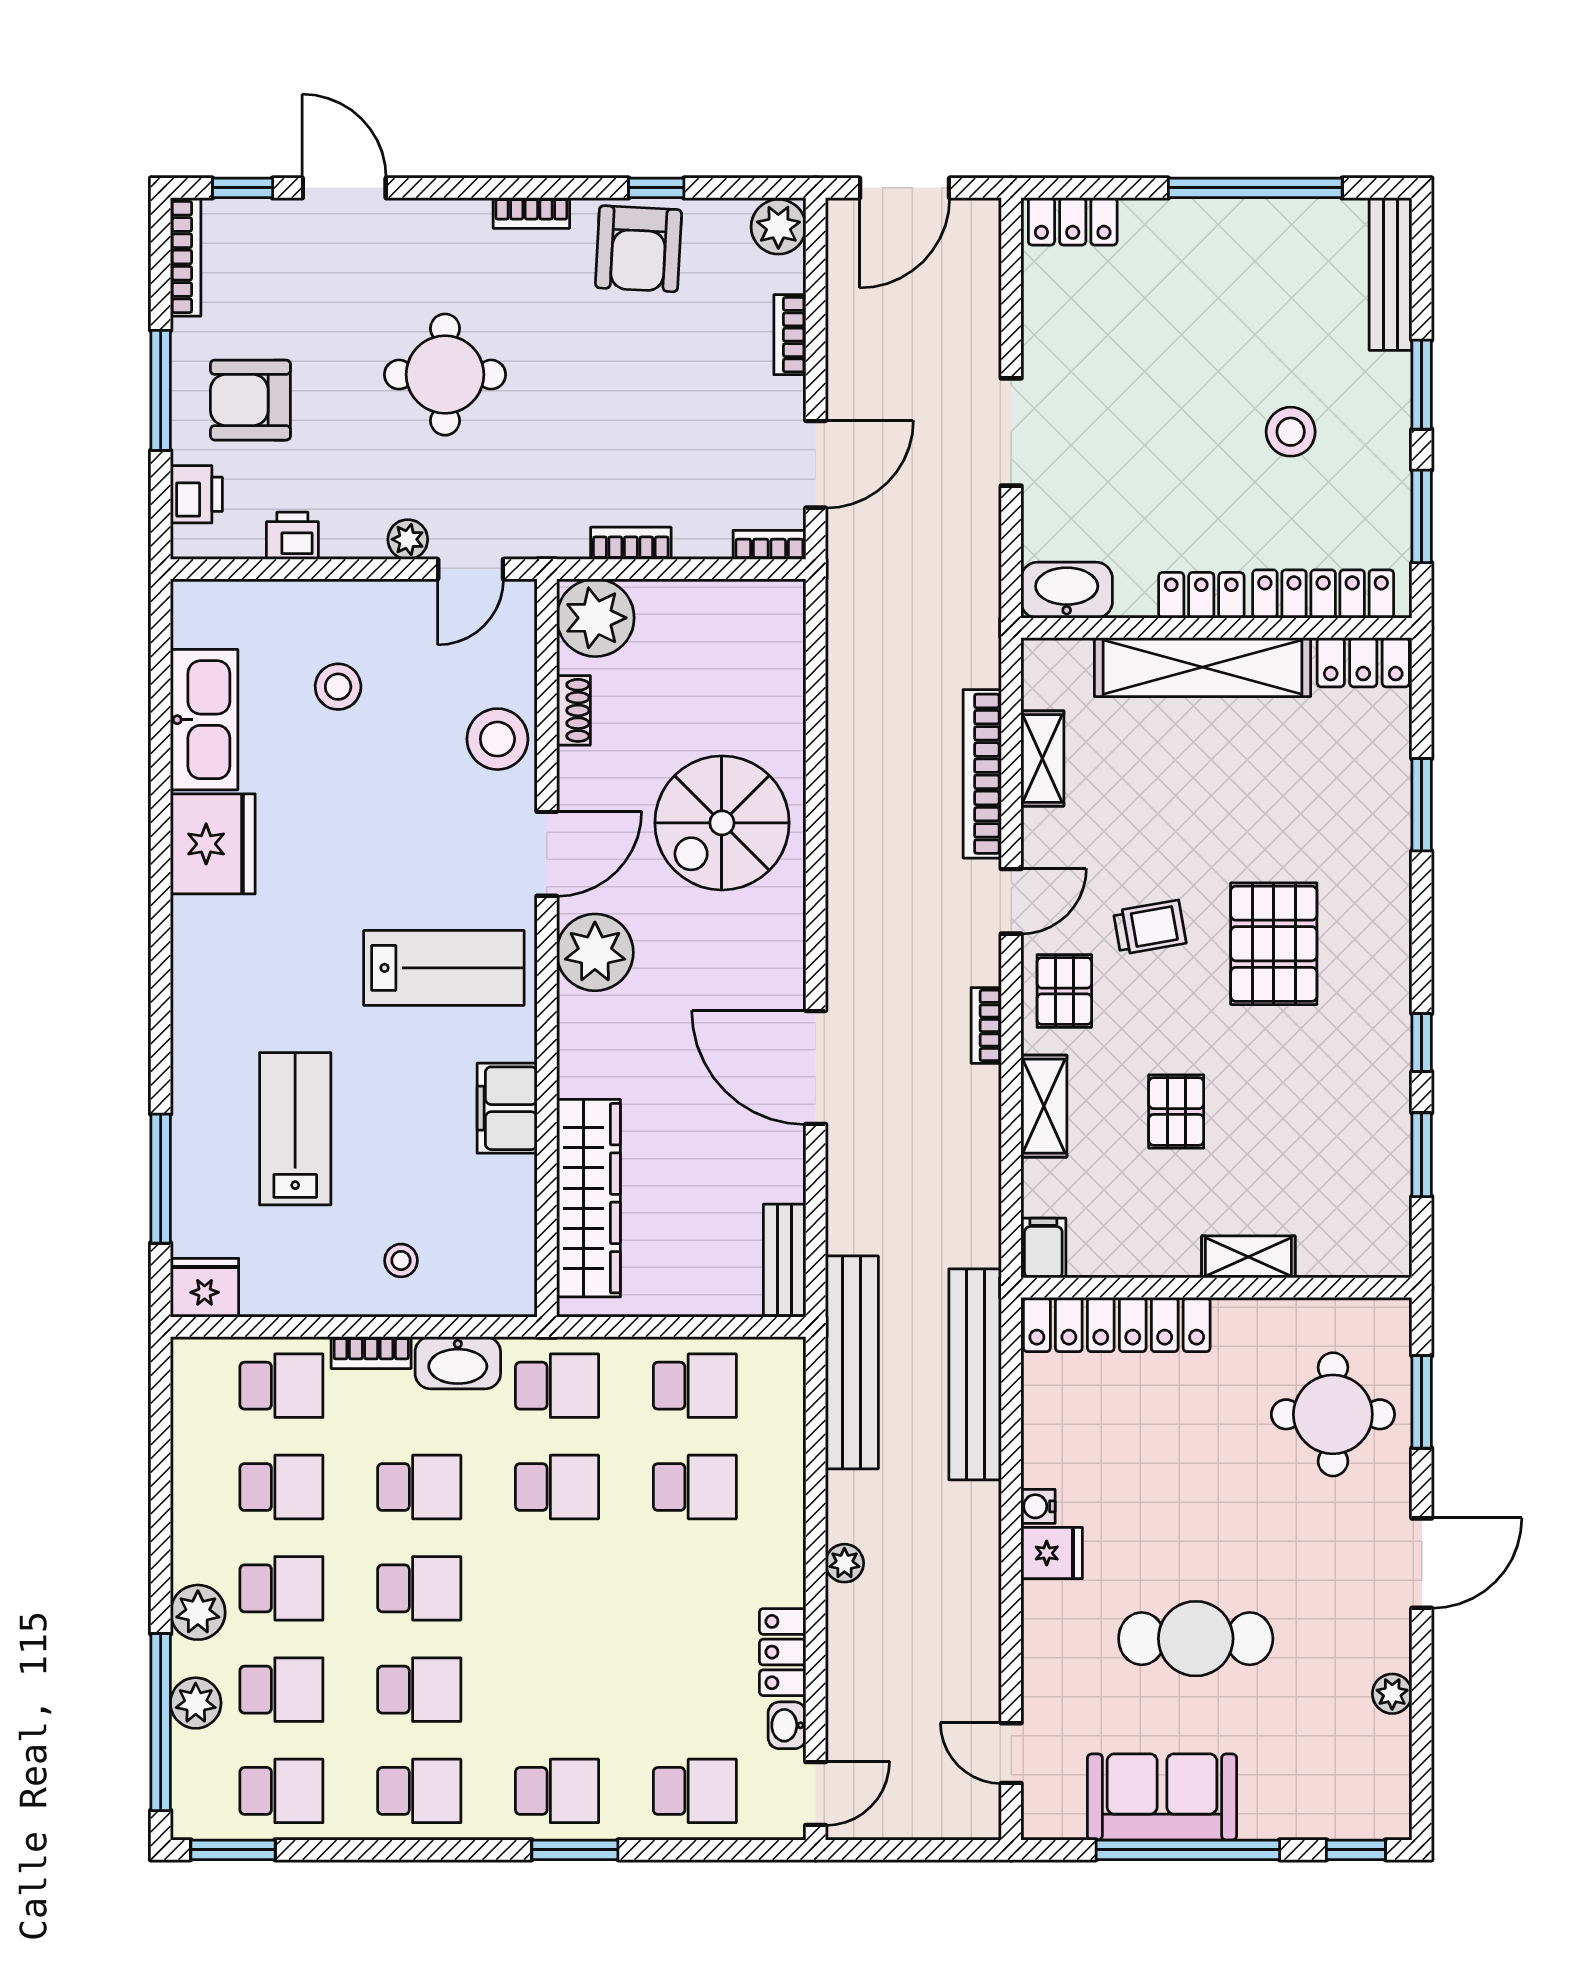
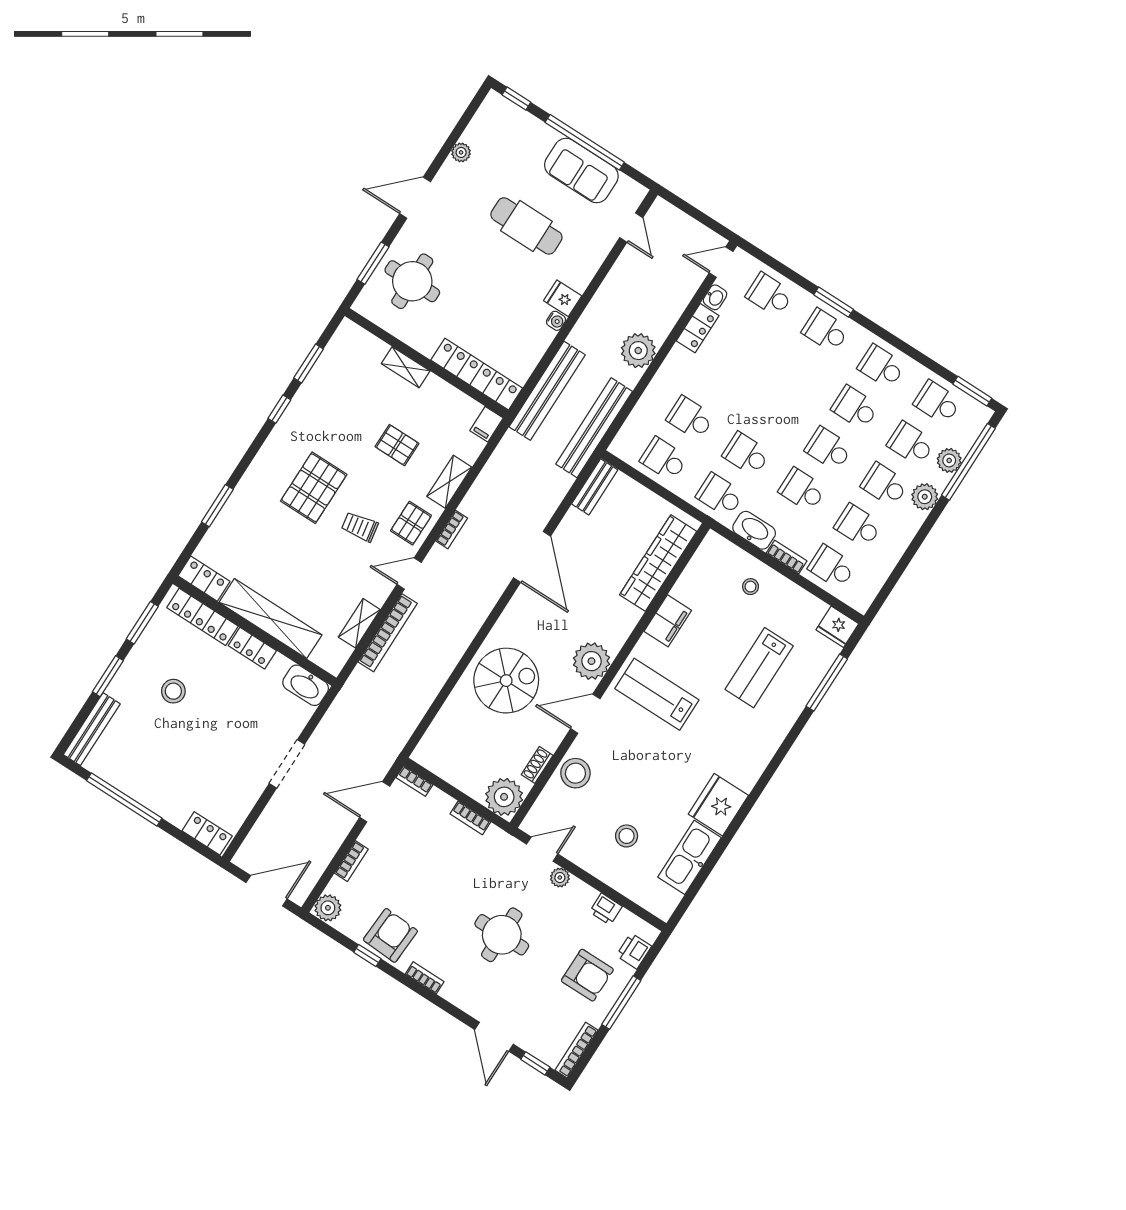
pallet: (1176, 1112) -> (397, 445), turned 90
plant: (844, 1563) -> (638, 351), width x1.88, depth x1.88

